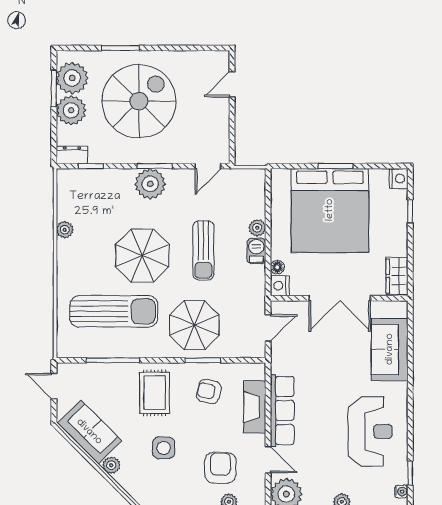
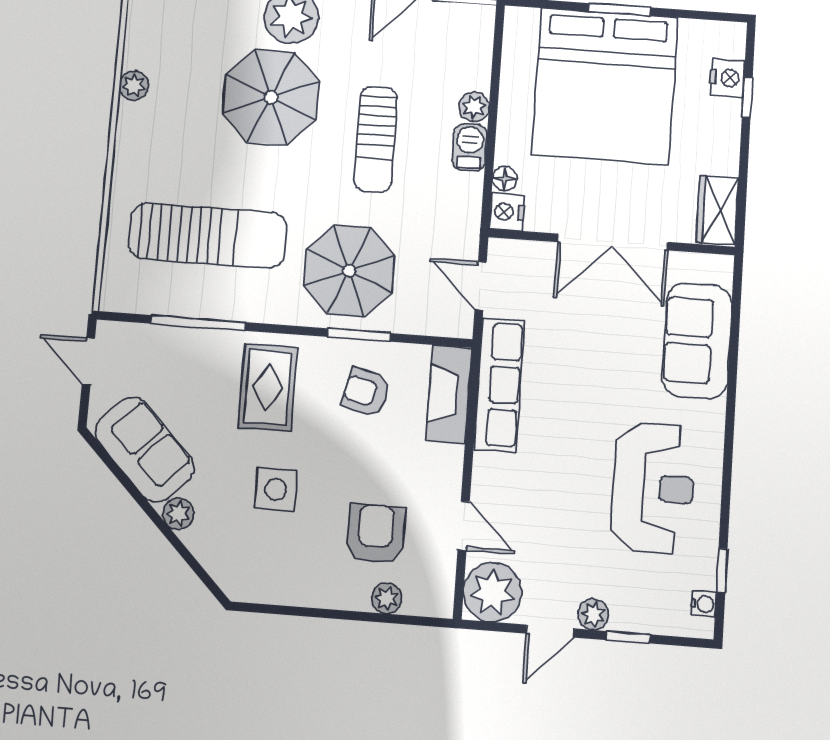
nightstand: (398, 179) -> (727, 78), moved
parasol: (142, 256) -> (271, 97), moved
door: (268, 328) -> (481, 286), swing flipped
fireplace: (255, 407) -> (449, 394), moved
row of seats: (282, 411) -> (499, 384), moved

